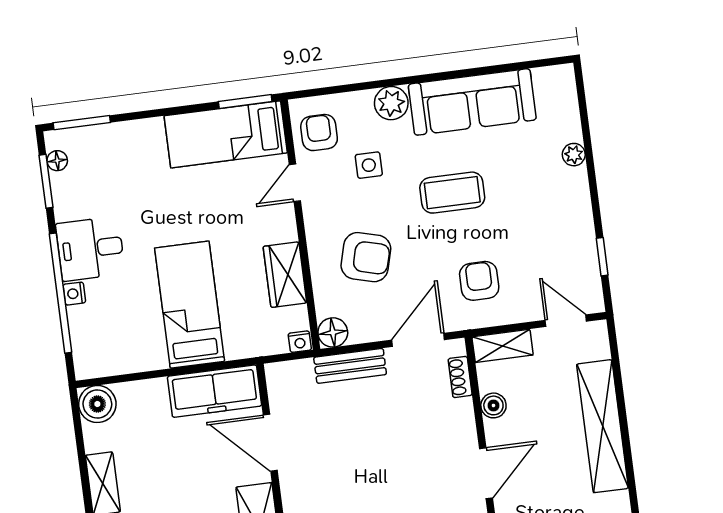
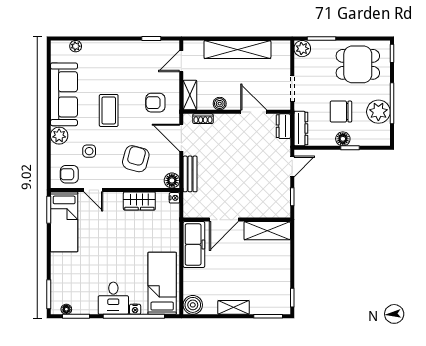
plant: (574, 155) -> (76, 46), moved
bed: (190, 305) -> (162, 283), moved, turned 90

